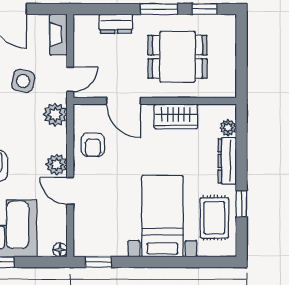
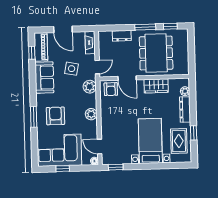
dining table: (177, 57) -> (156, 53), width x1.38
armchair: (93, 145) -> (111, 89), moved
door: (70, 191) -> (100, 147), moved

